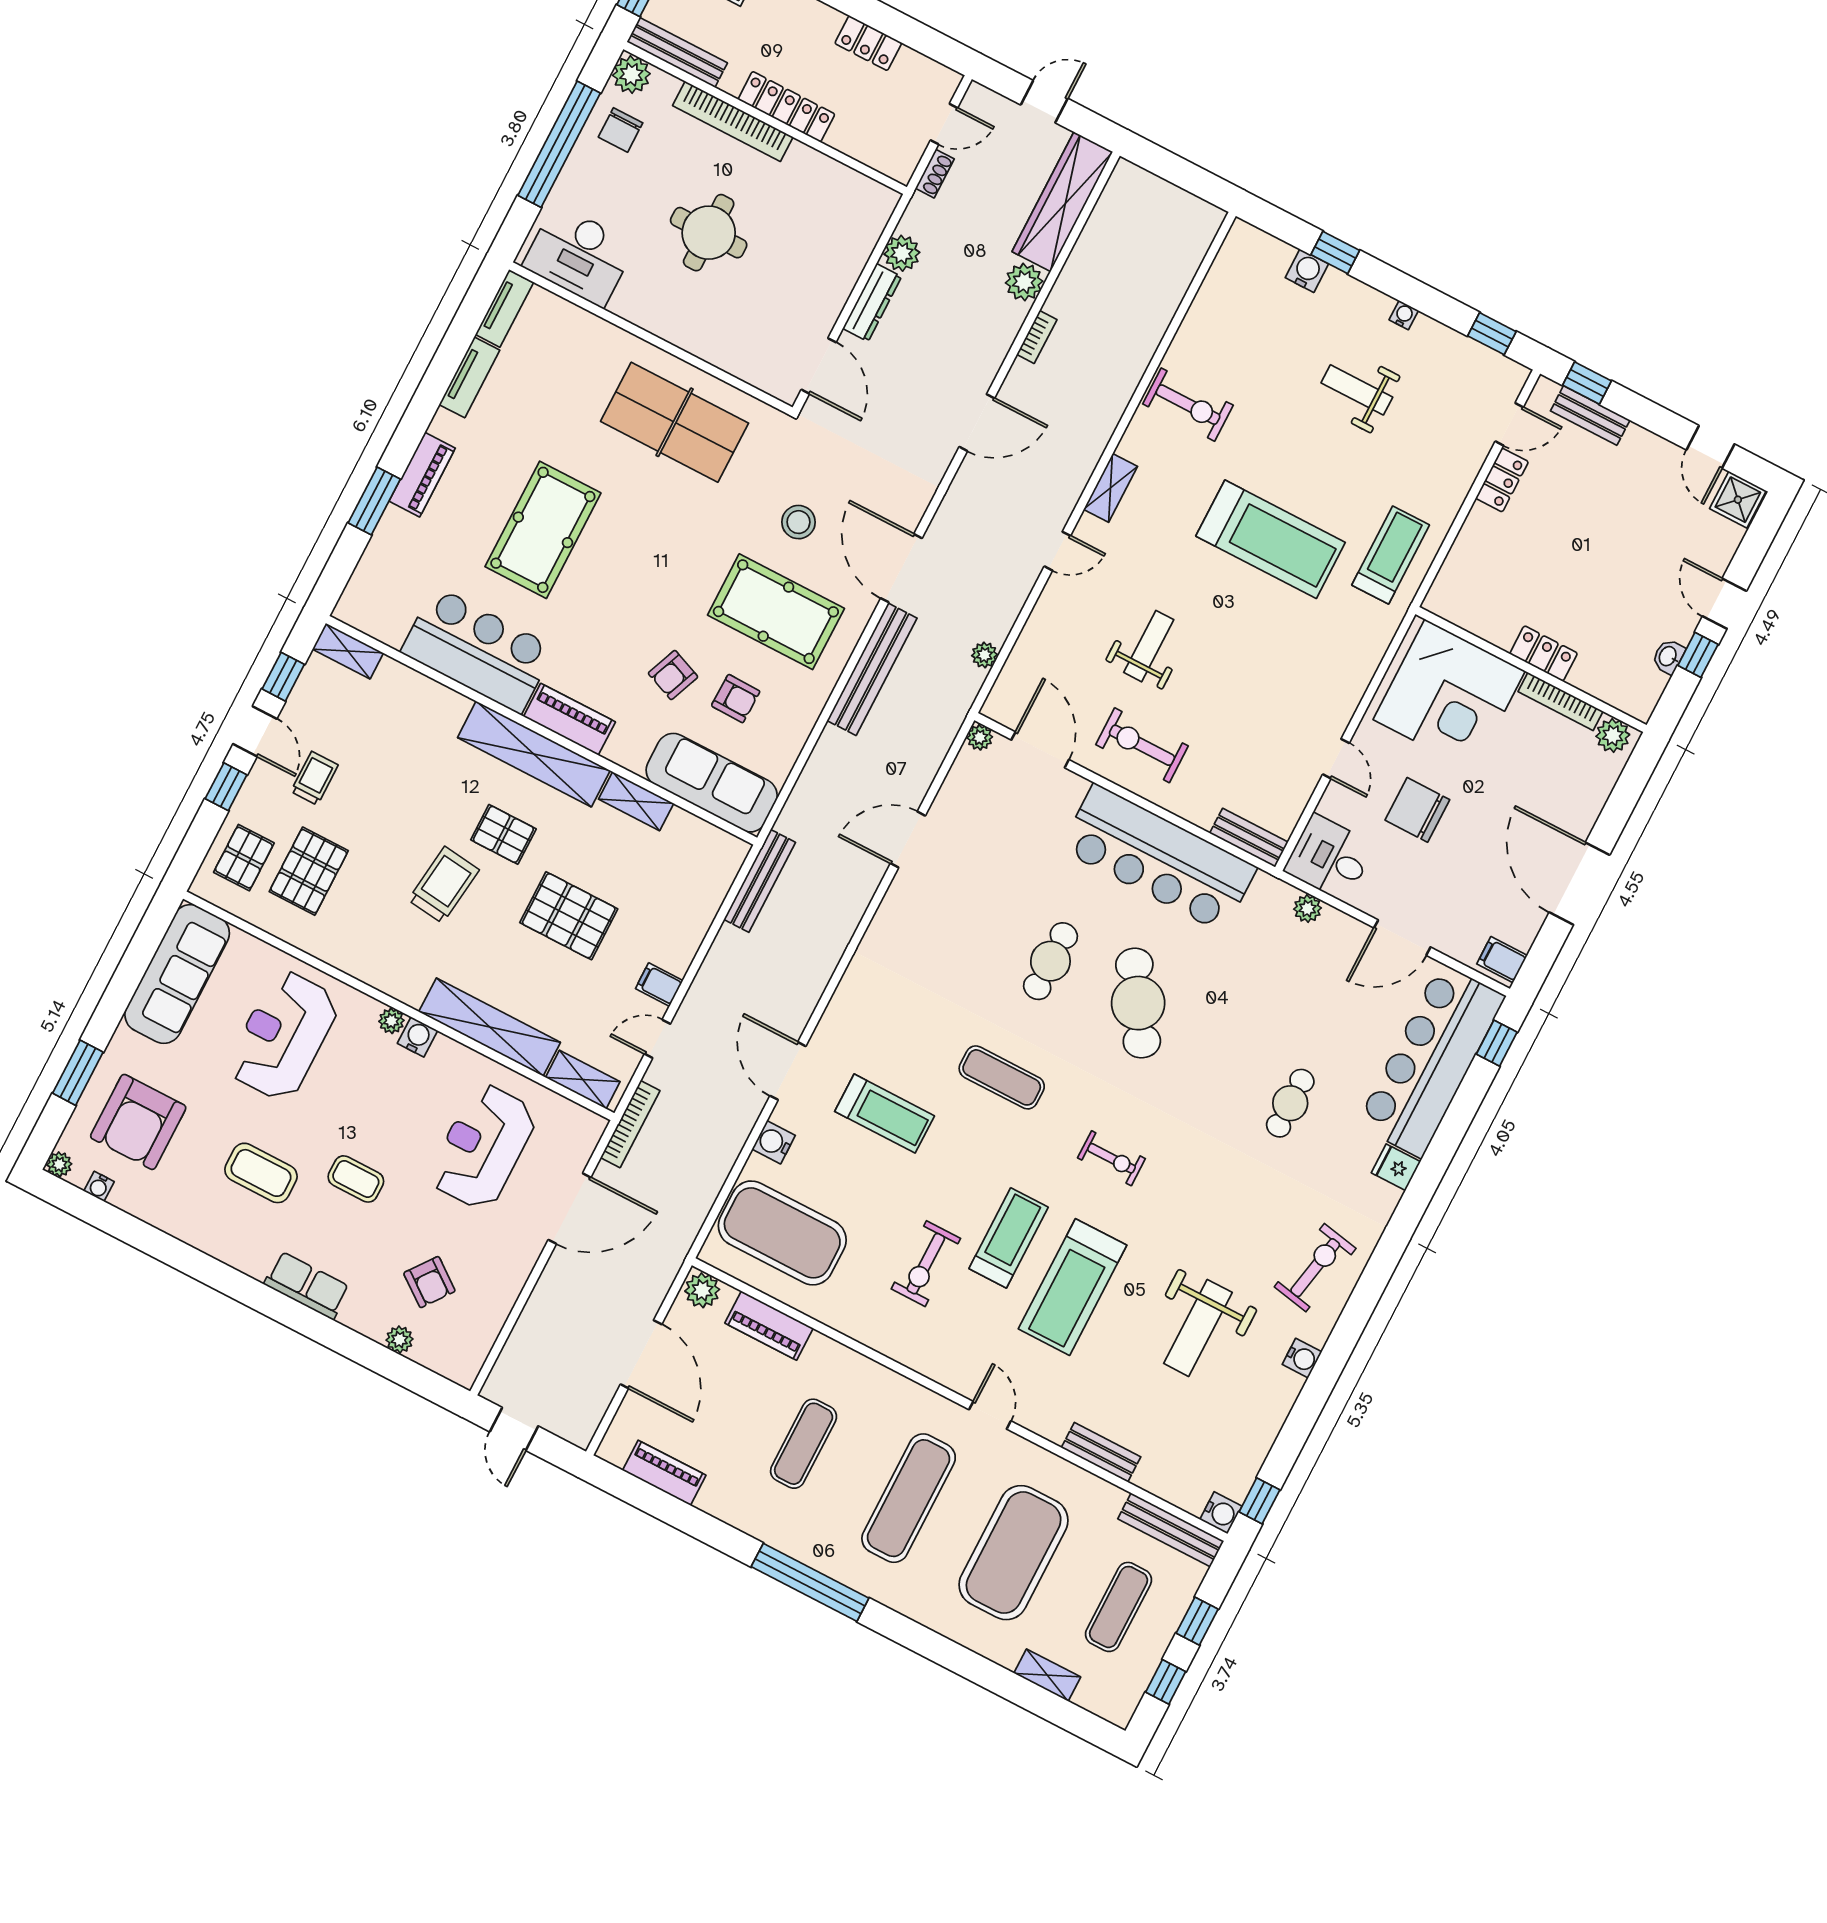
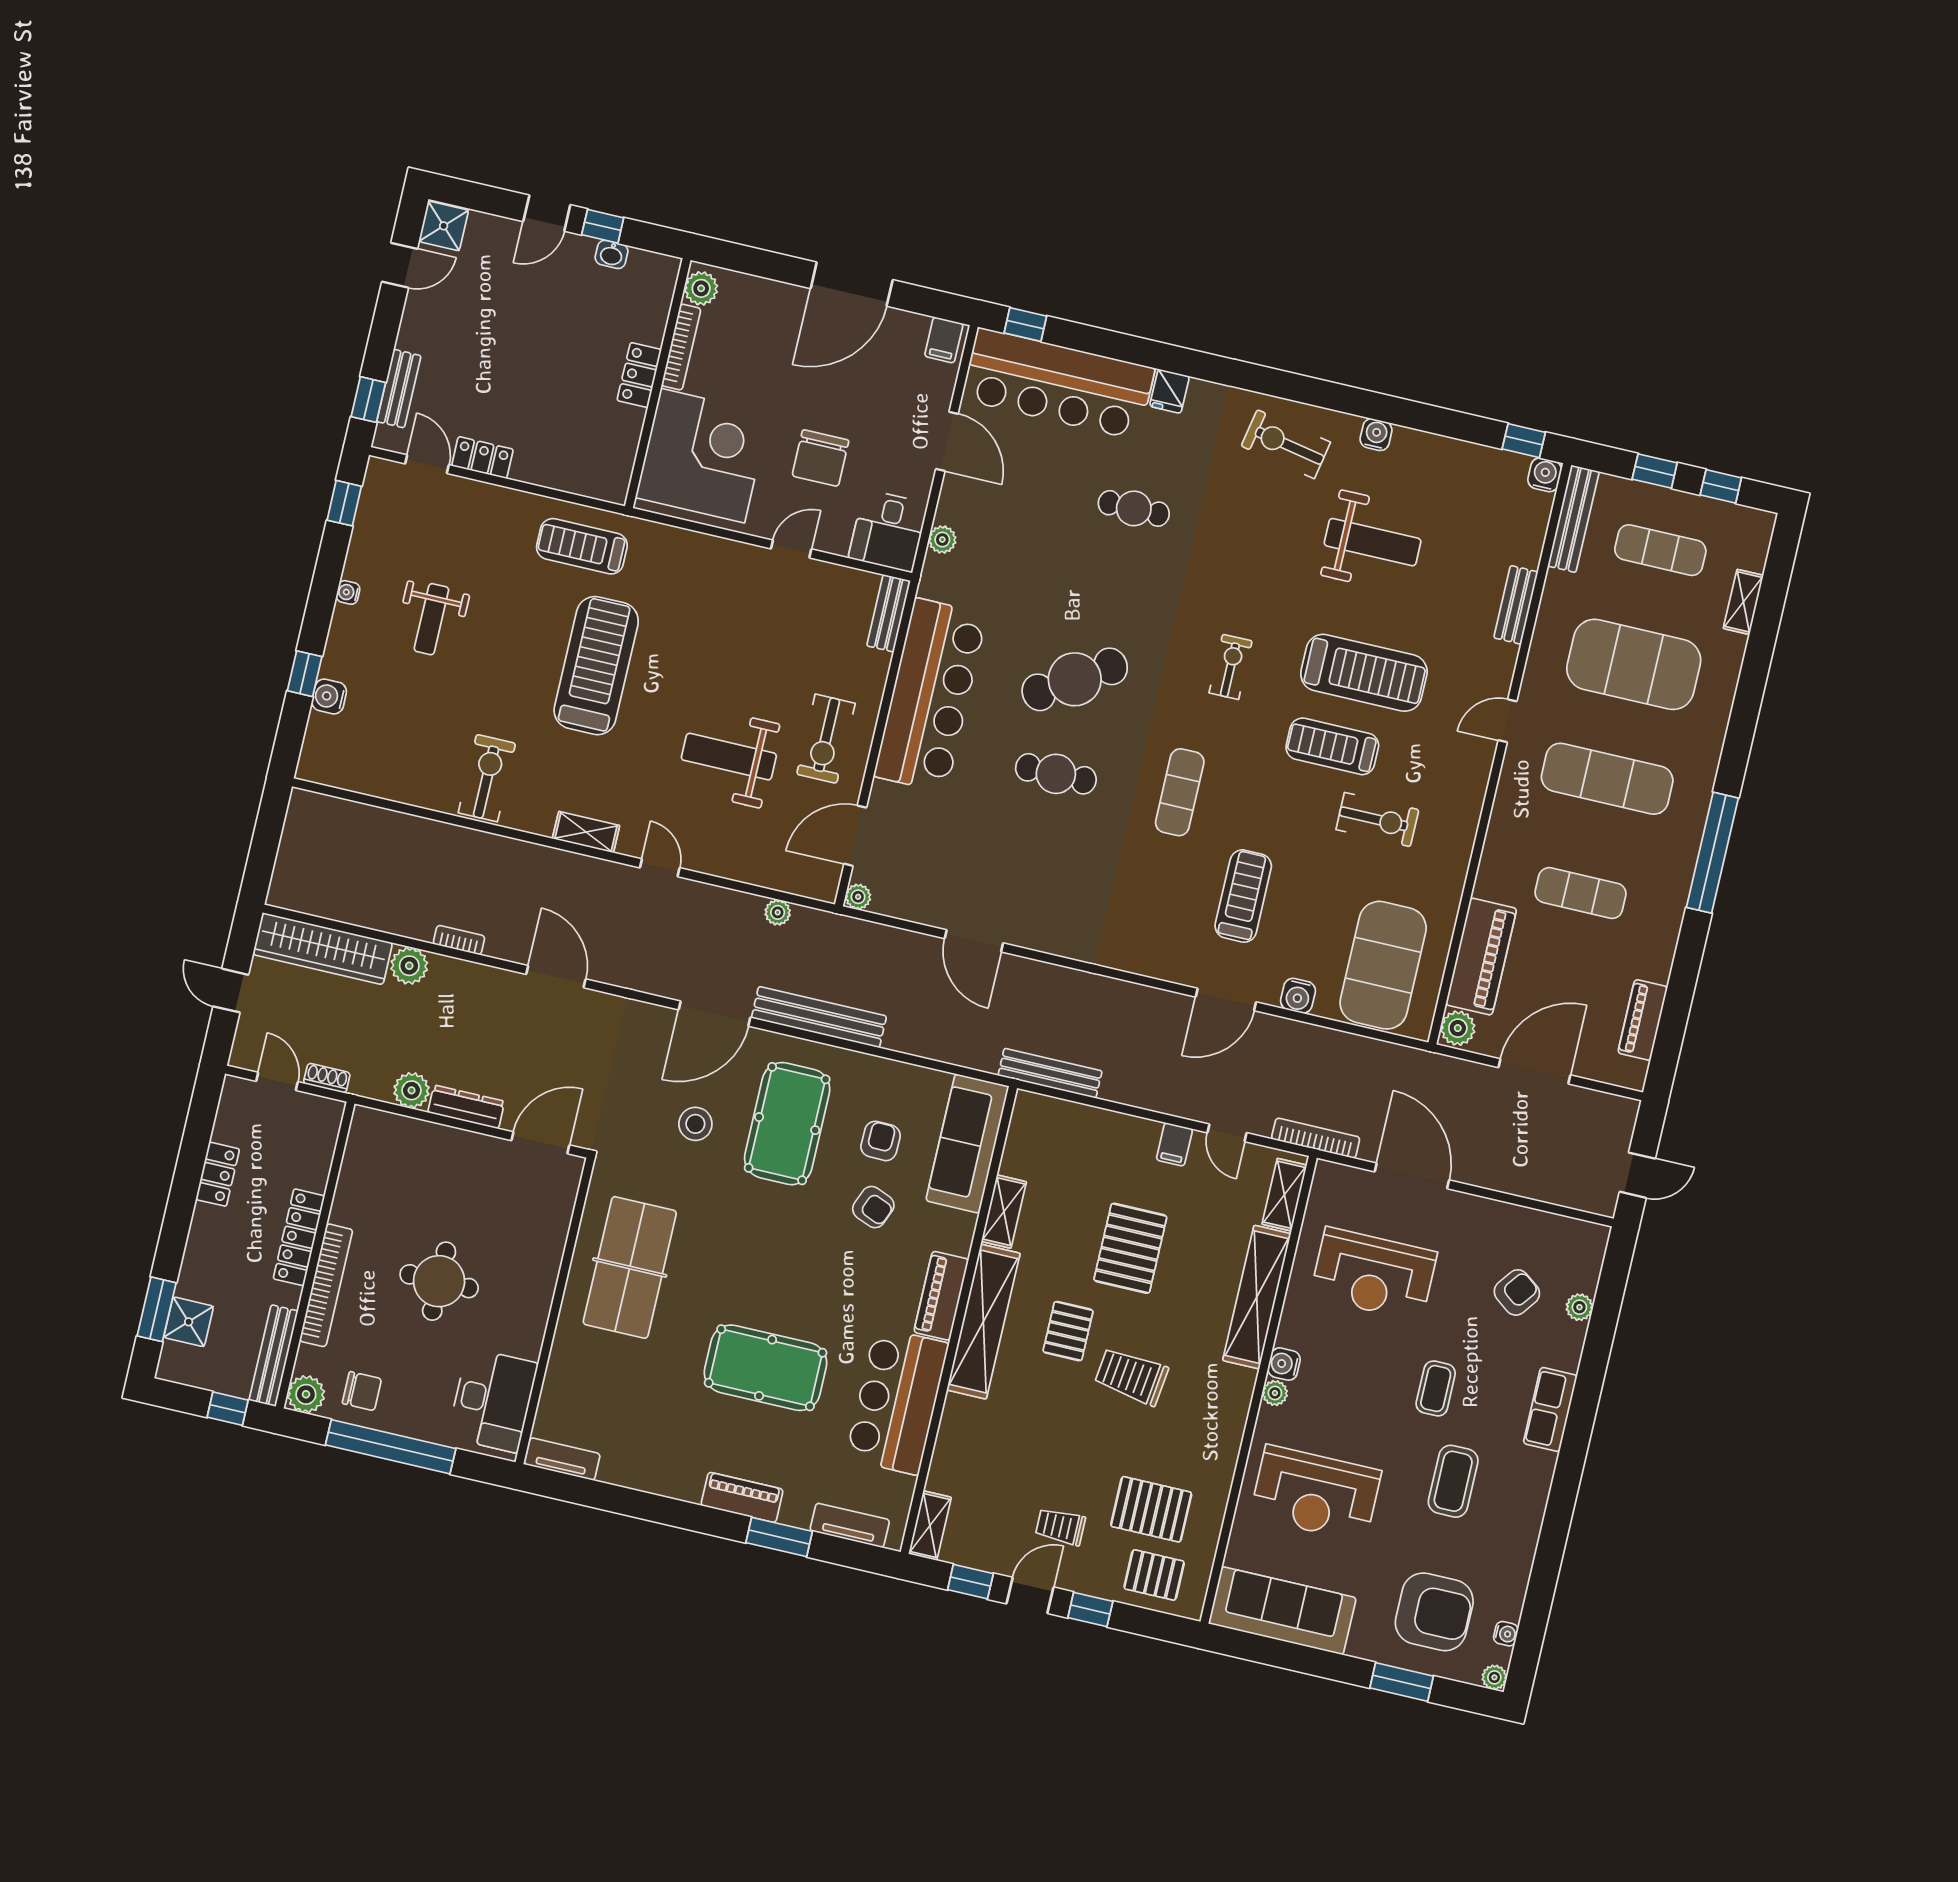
tv unit: (469, 377) -> (850, 1525), moved
weight bench: (1149, 646) -> (729, 757), width x1.36, depth x1.33
piano: (769, 1326) -> (1481, 957), width x1.37, depth x1.33

